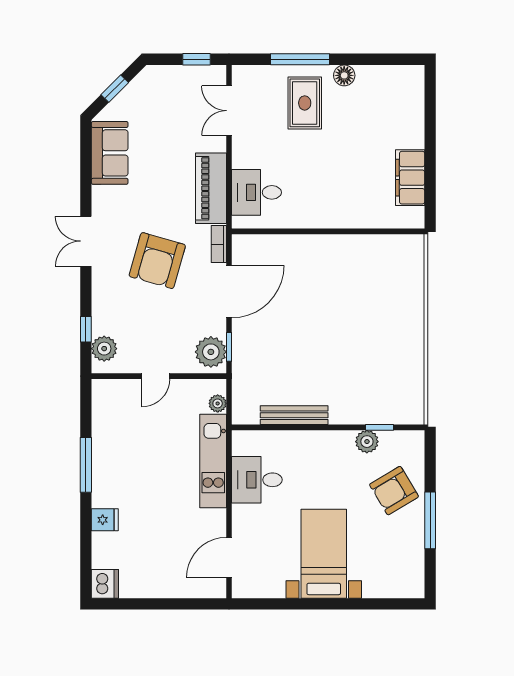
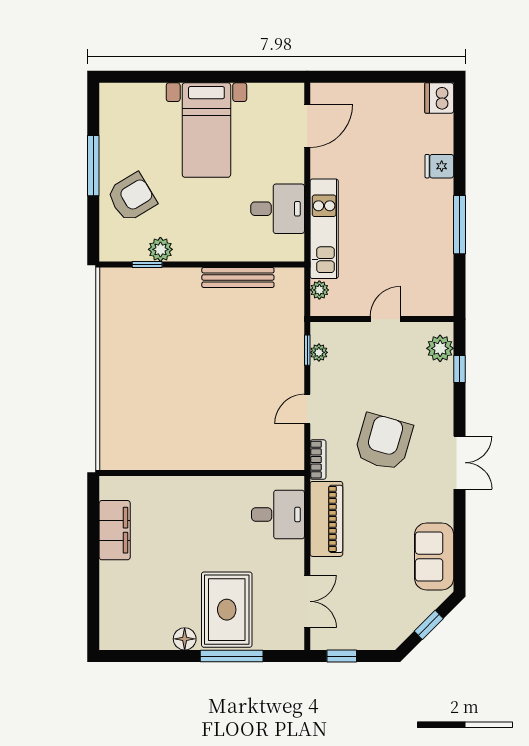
rug: (305, 103) -> (227, 610), width x1.36, depth x1.43
door: (229, 292) -> (307, 409), width x0.53
plant: (211, 352) -> (319, 352), width x0.53, depth x0.53

